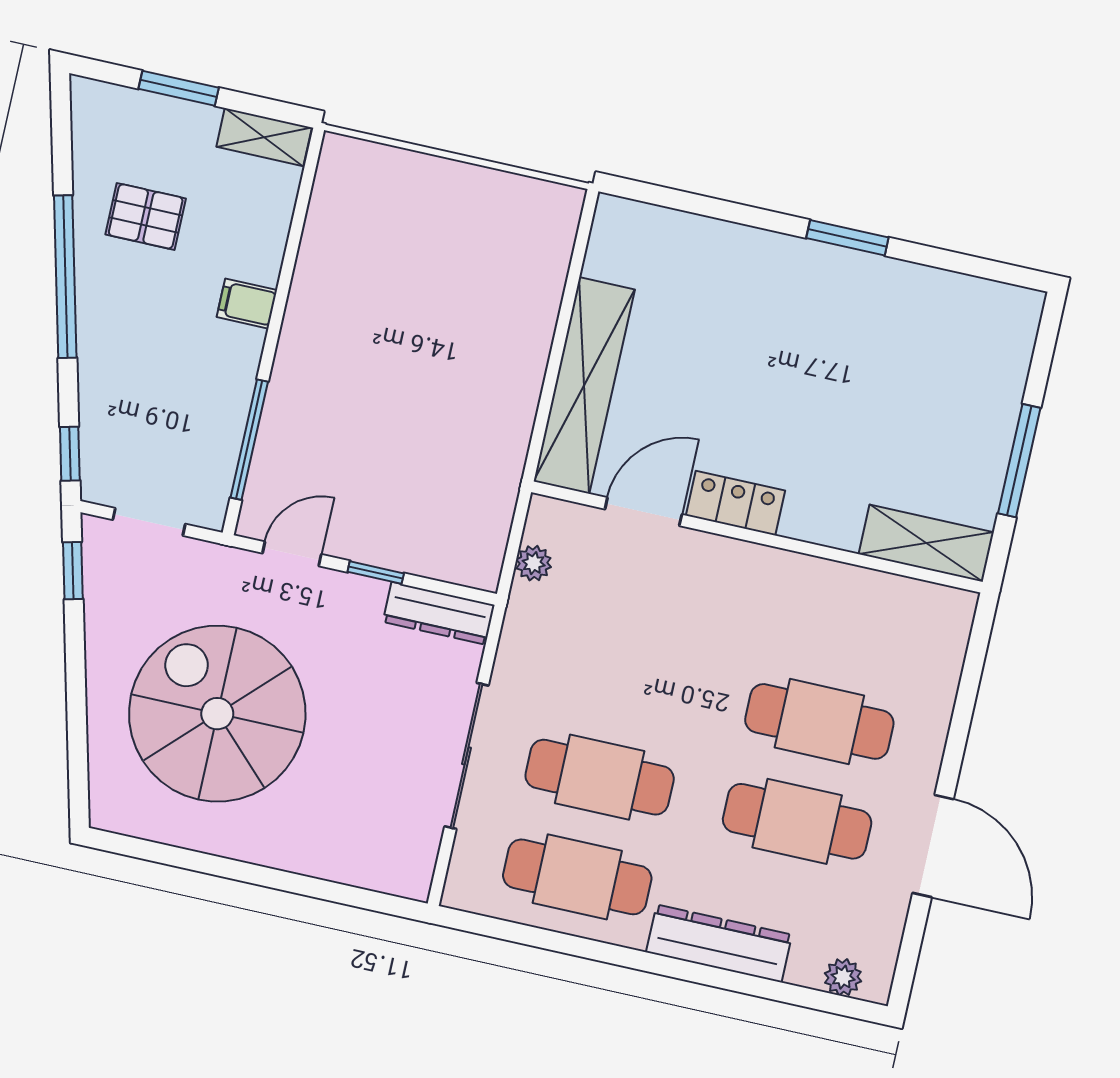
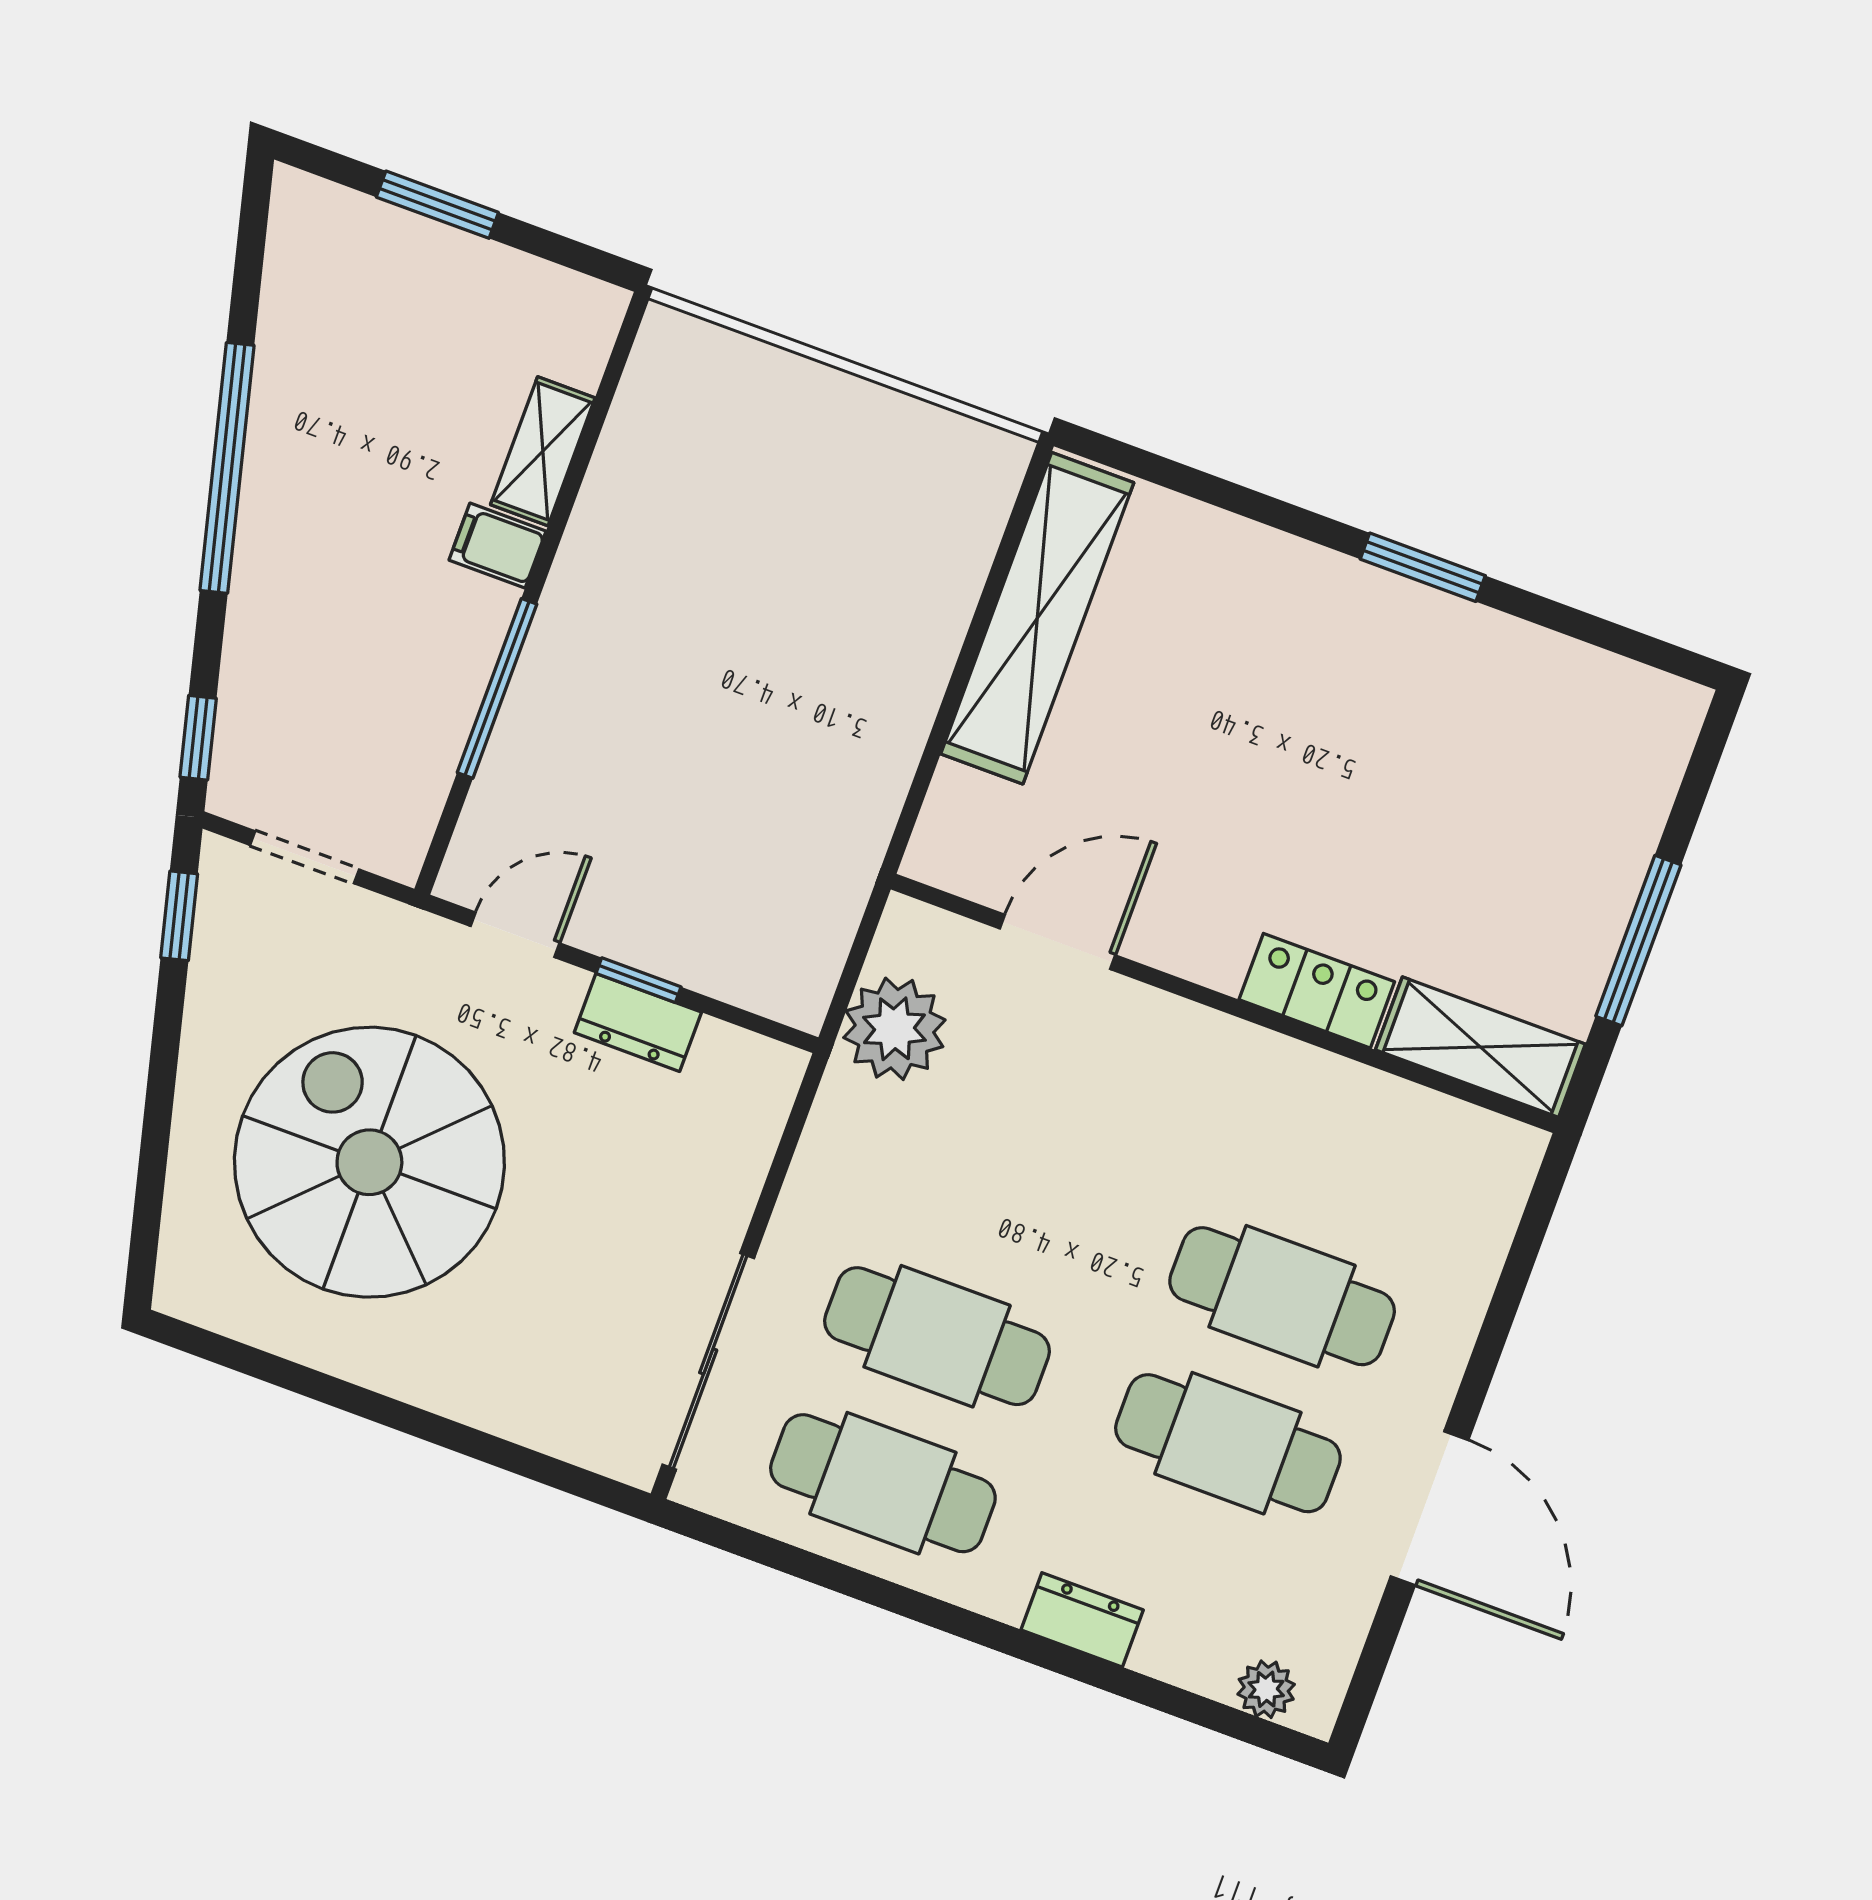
shelving: (264, 137) -> (543, 451), moved, turned 90
pallet: (146, 216) -> (361, 393), removed
shelving: (584, 385) -> (1037, 618), moved
window: (249, 440) -> (497, 688), moved
locker: (736, 503) -> (1317, 991), moved
plant: (534, 563) -> (894, 1029), width x1.88, depth x1.88
dresser: (439, 613) -> (638, 1022), moved, width x0.70
sliding door: (466, 756) -> (708, 1361), moved
dresser: (719, 943) -> (1082, 1620), width x0.51, depth x0.80

